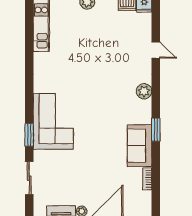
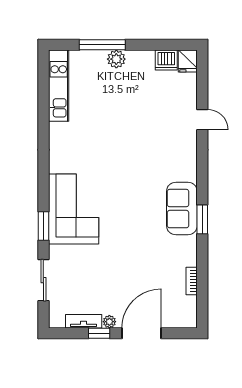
plant: (144, 91) -> (187, 171), removed
sofa: (140, 146) -> (182, 209), moved

